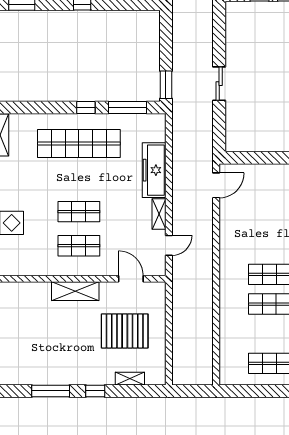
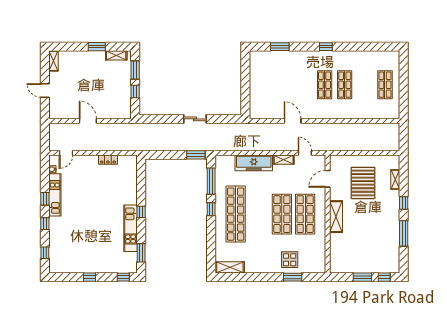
door: (216, 185) -> (293, 121), moved
shop shelf: (79, 212) -> (282, 214), width x1.43, depth x1.36
shop shelf: (79, 246) -> (305, 214), width x1.43, depth x1.36

